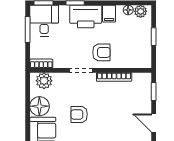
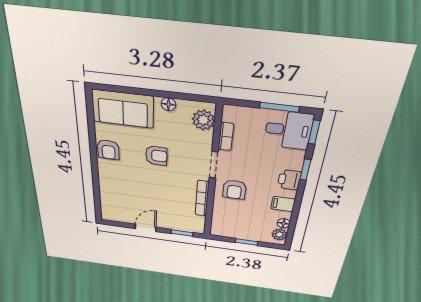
printer: (86, 16) -> (289, 180), width x0.53, depth x0.68
bookcase: (41, 64) -> (226, 136), moved
floor lamp: (39, 106) -> (168, 104), width x0.53, depth x0.53
armchair: (79, 114) -> (156, 156), turned 90

